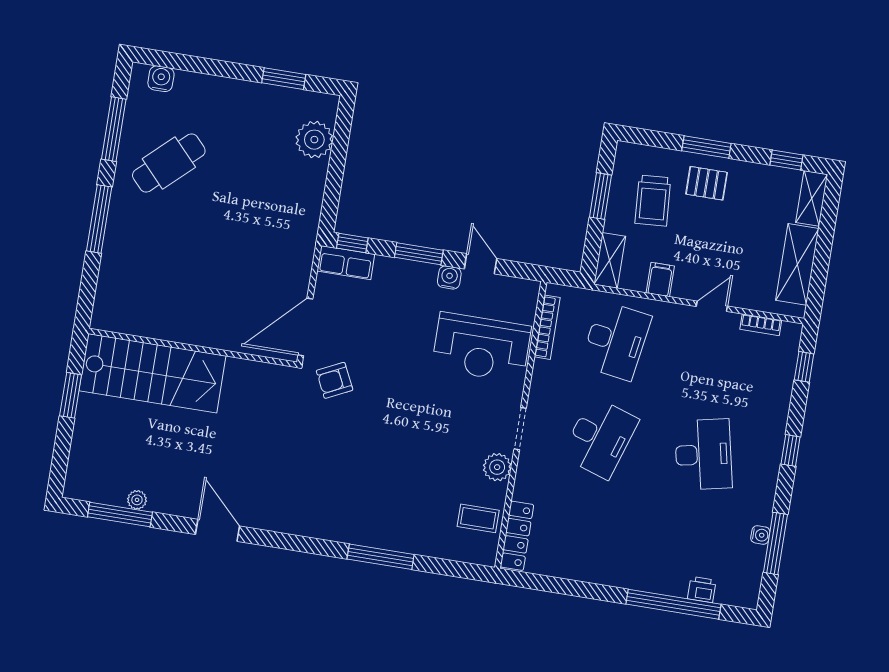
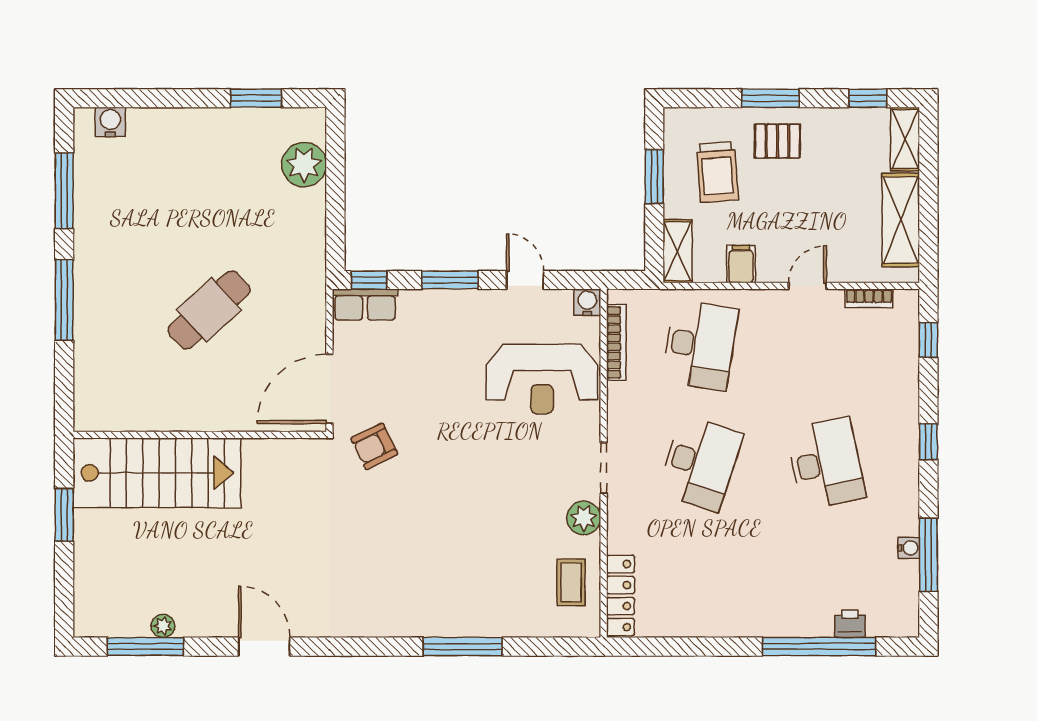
cafe table: (169, 163) -> (209, 310), moved
water cooler: (449, 277) -> (587, 302), moved
coffee table: (478, 518) -> (571, 582), turned 90

